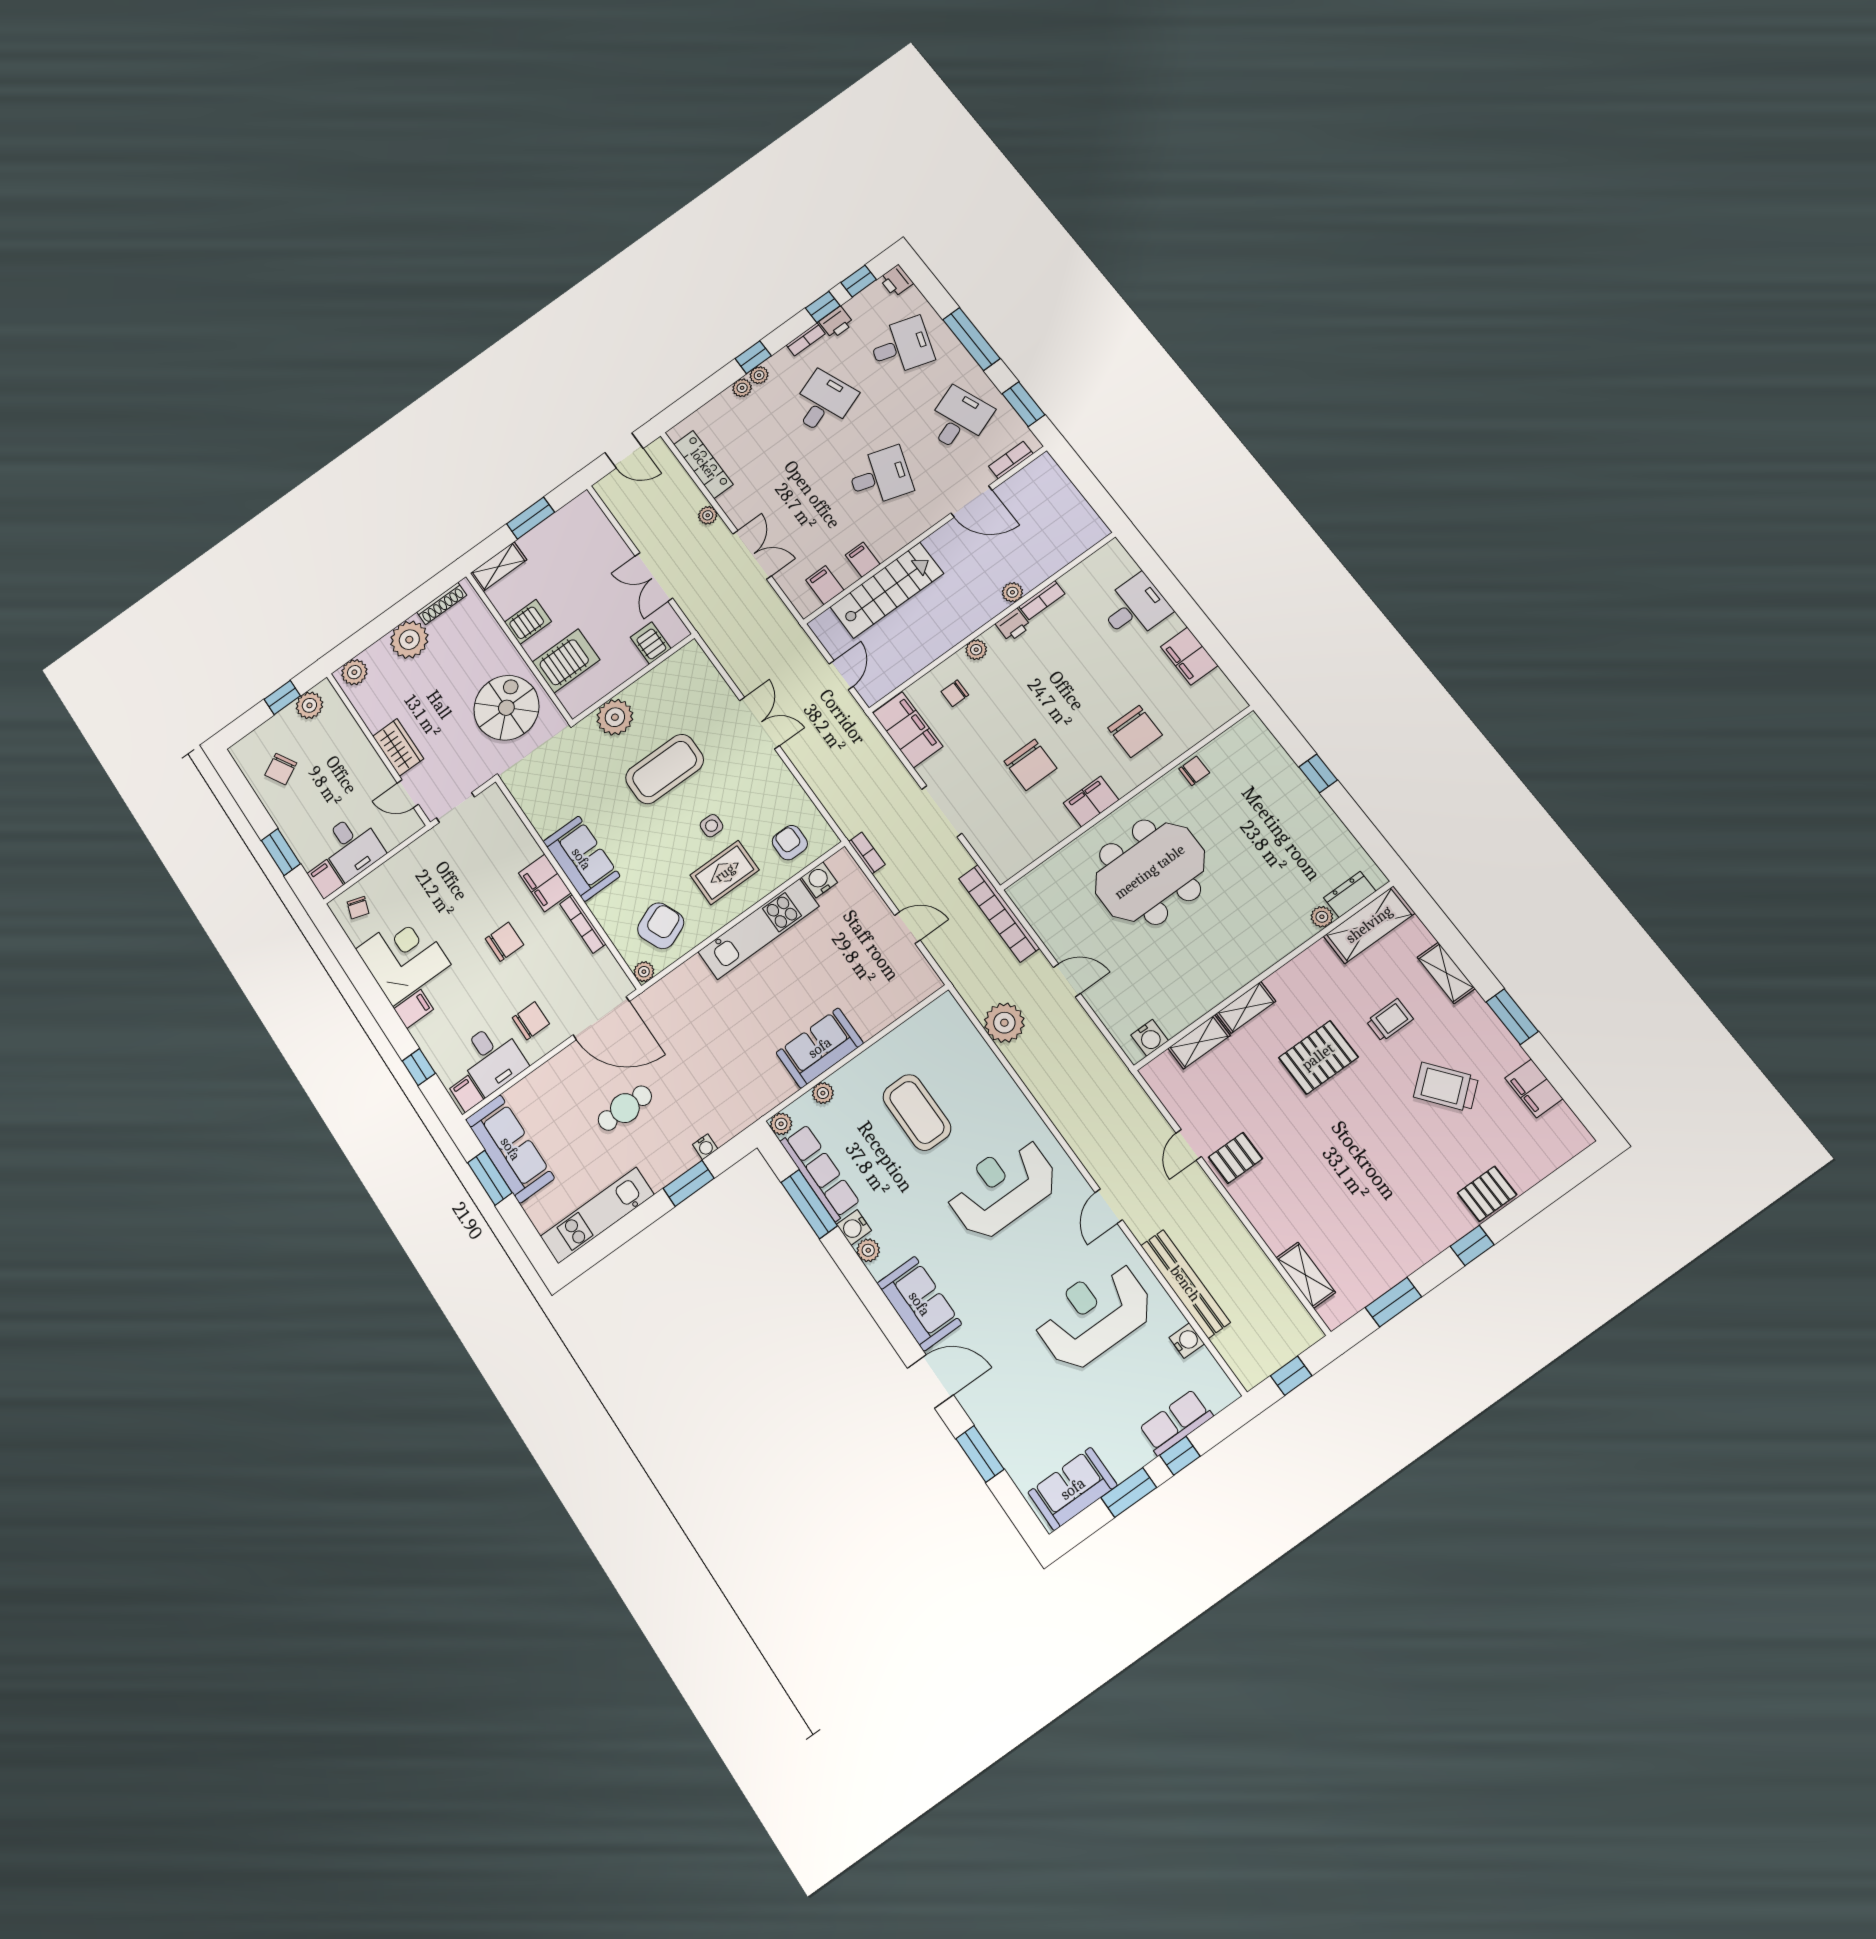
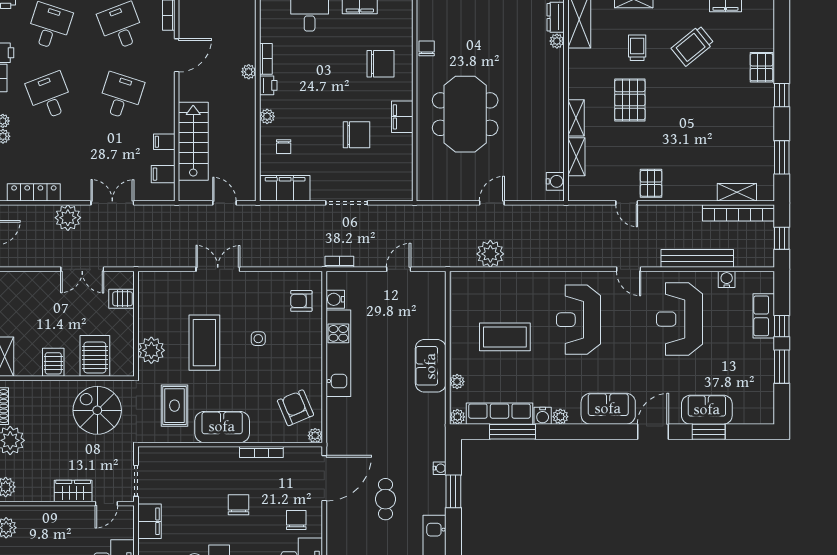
plant: (708, 515) -> (68, 218), width x1.88, depth x1.88
rug: (725, 873) -> (174, 406), moved
filing cabinet: (545, 883) -> (149, 521), moved, turned -90
bookcase: (999, 913) -> (739, 213), moved
sofa: (1073, 1489) -> (707, 410), moved, turned 90

